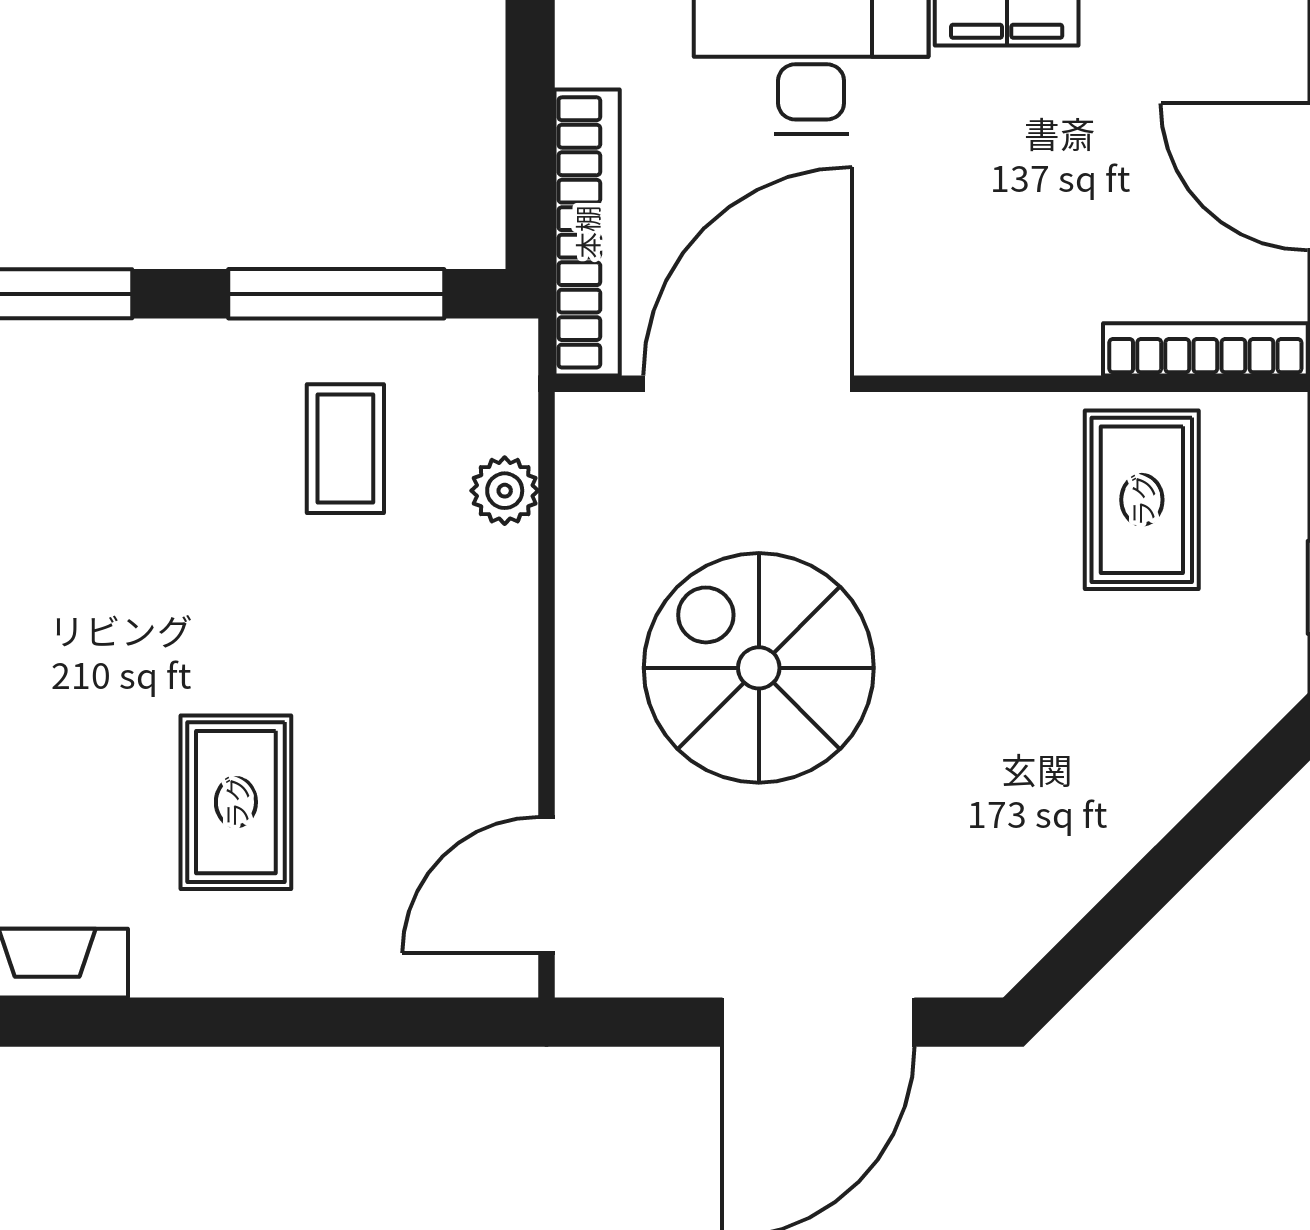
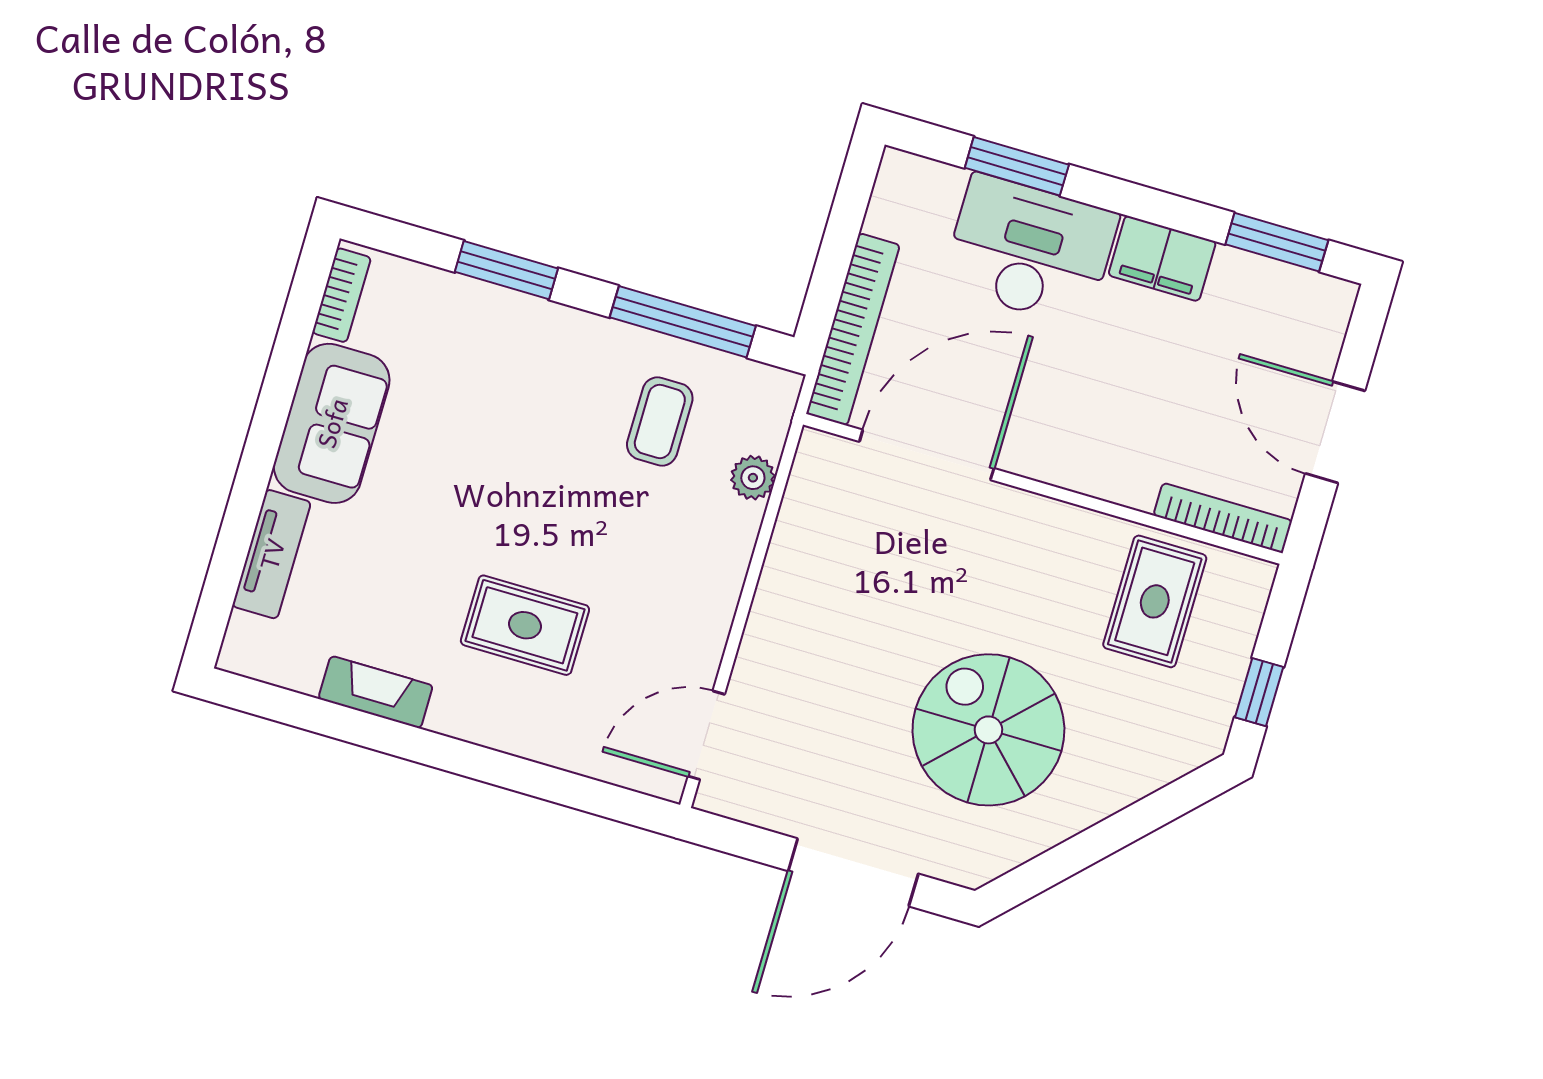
spiral stairs: (759, 668) -> (988, 730), moved
rug: (236, 802) -> (525, 625), turned 90

